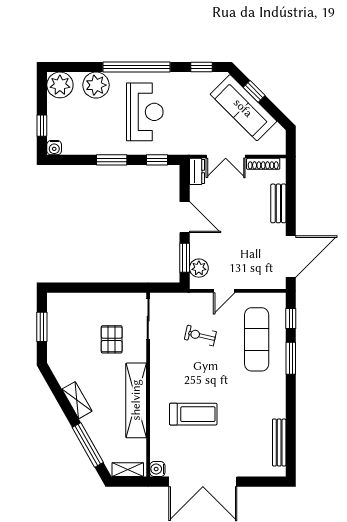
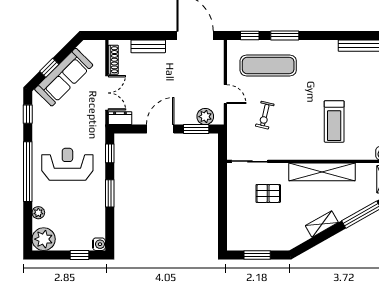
plant: (96, 85) -> (38, 213), width x0.53, depth x0.53
treadmill: (193, 414) -> (334, 121), turned 180

